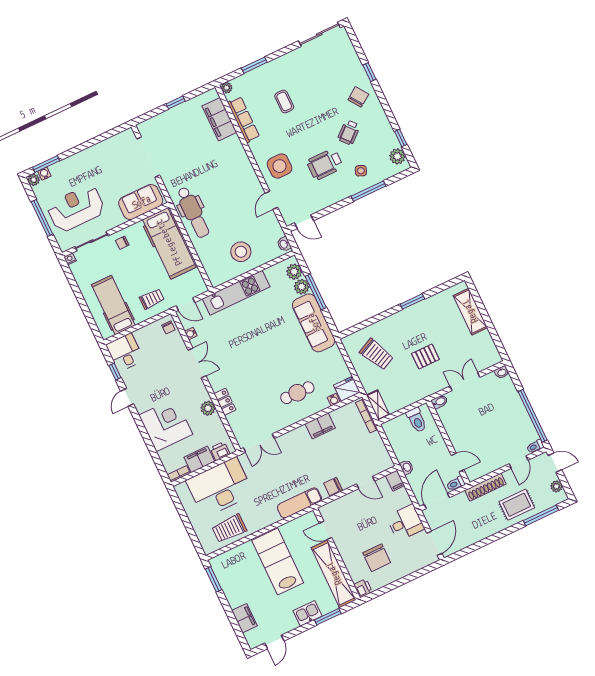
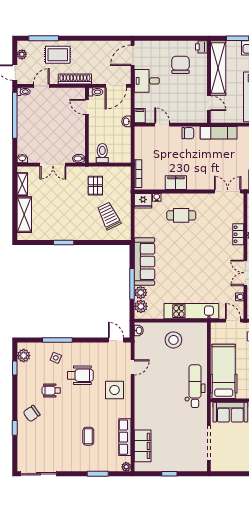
wheelchair: (349, 132) -> (51, 391), turned -139
pallet: (425, 356) -> (95, 186), moved, turned 90
shelving: (378, 405) -> (22, 184), moved

